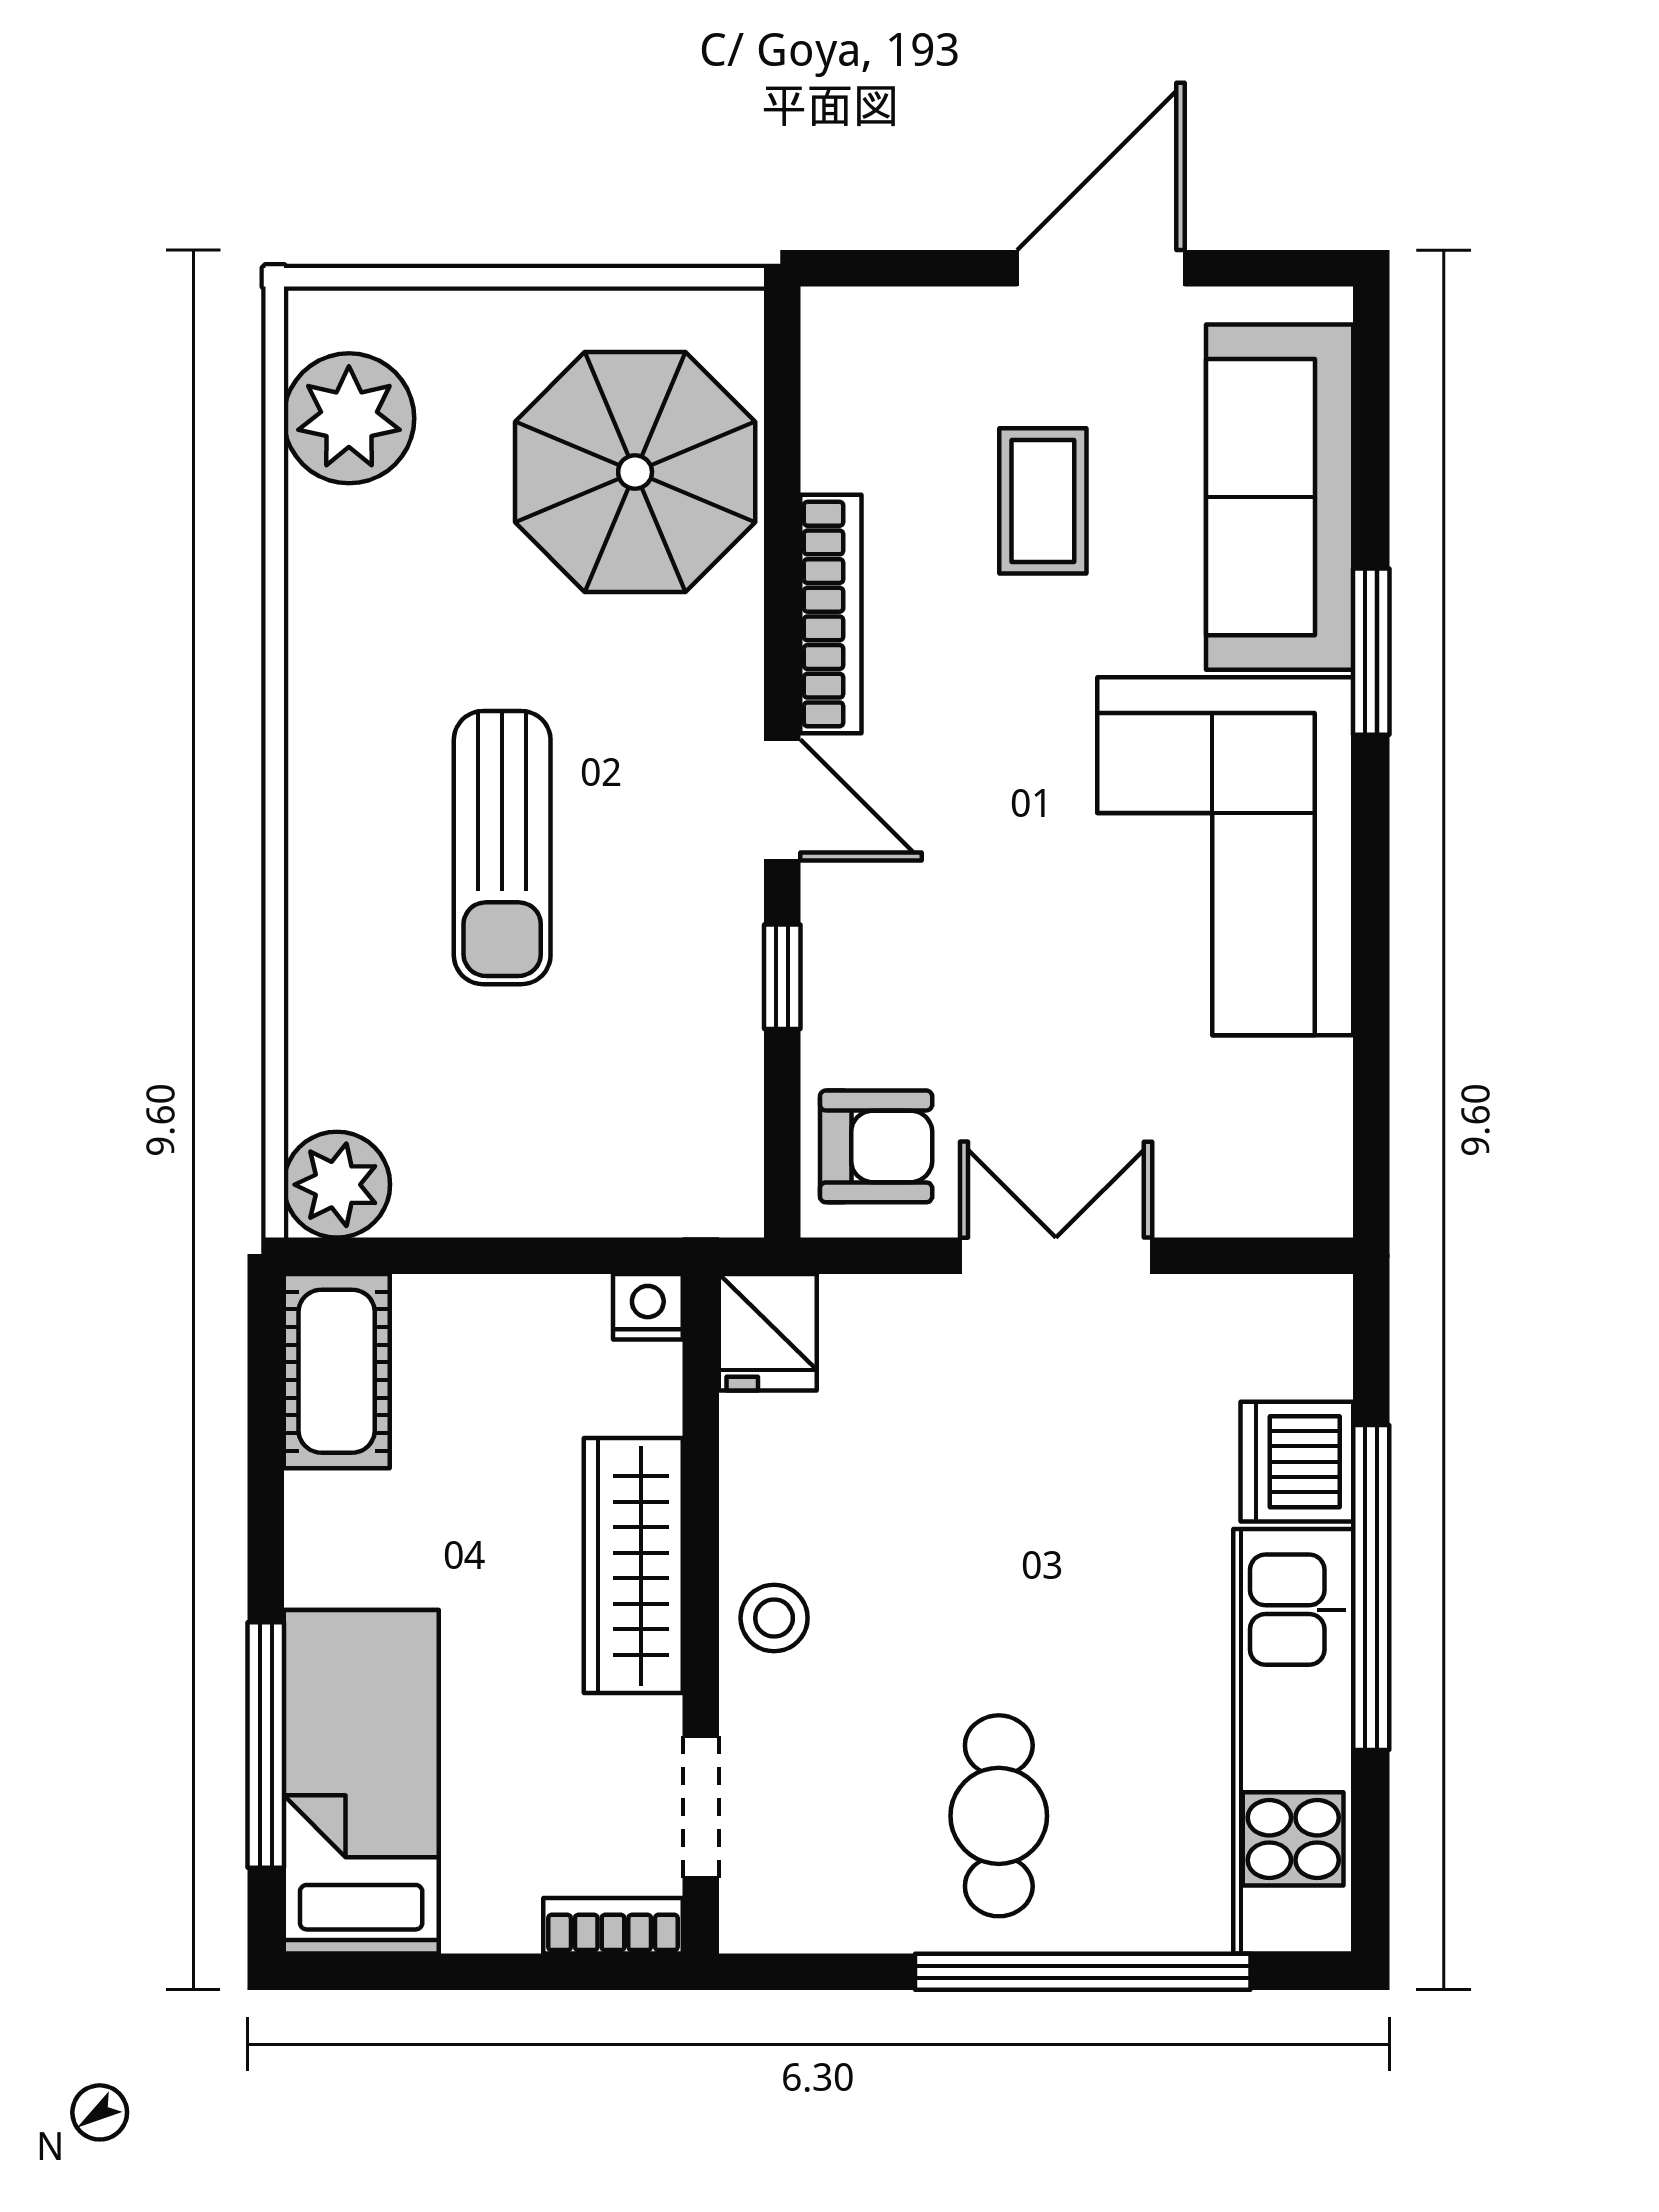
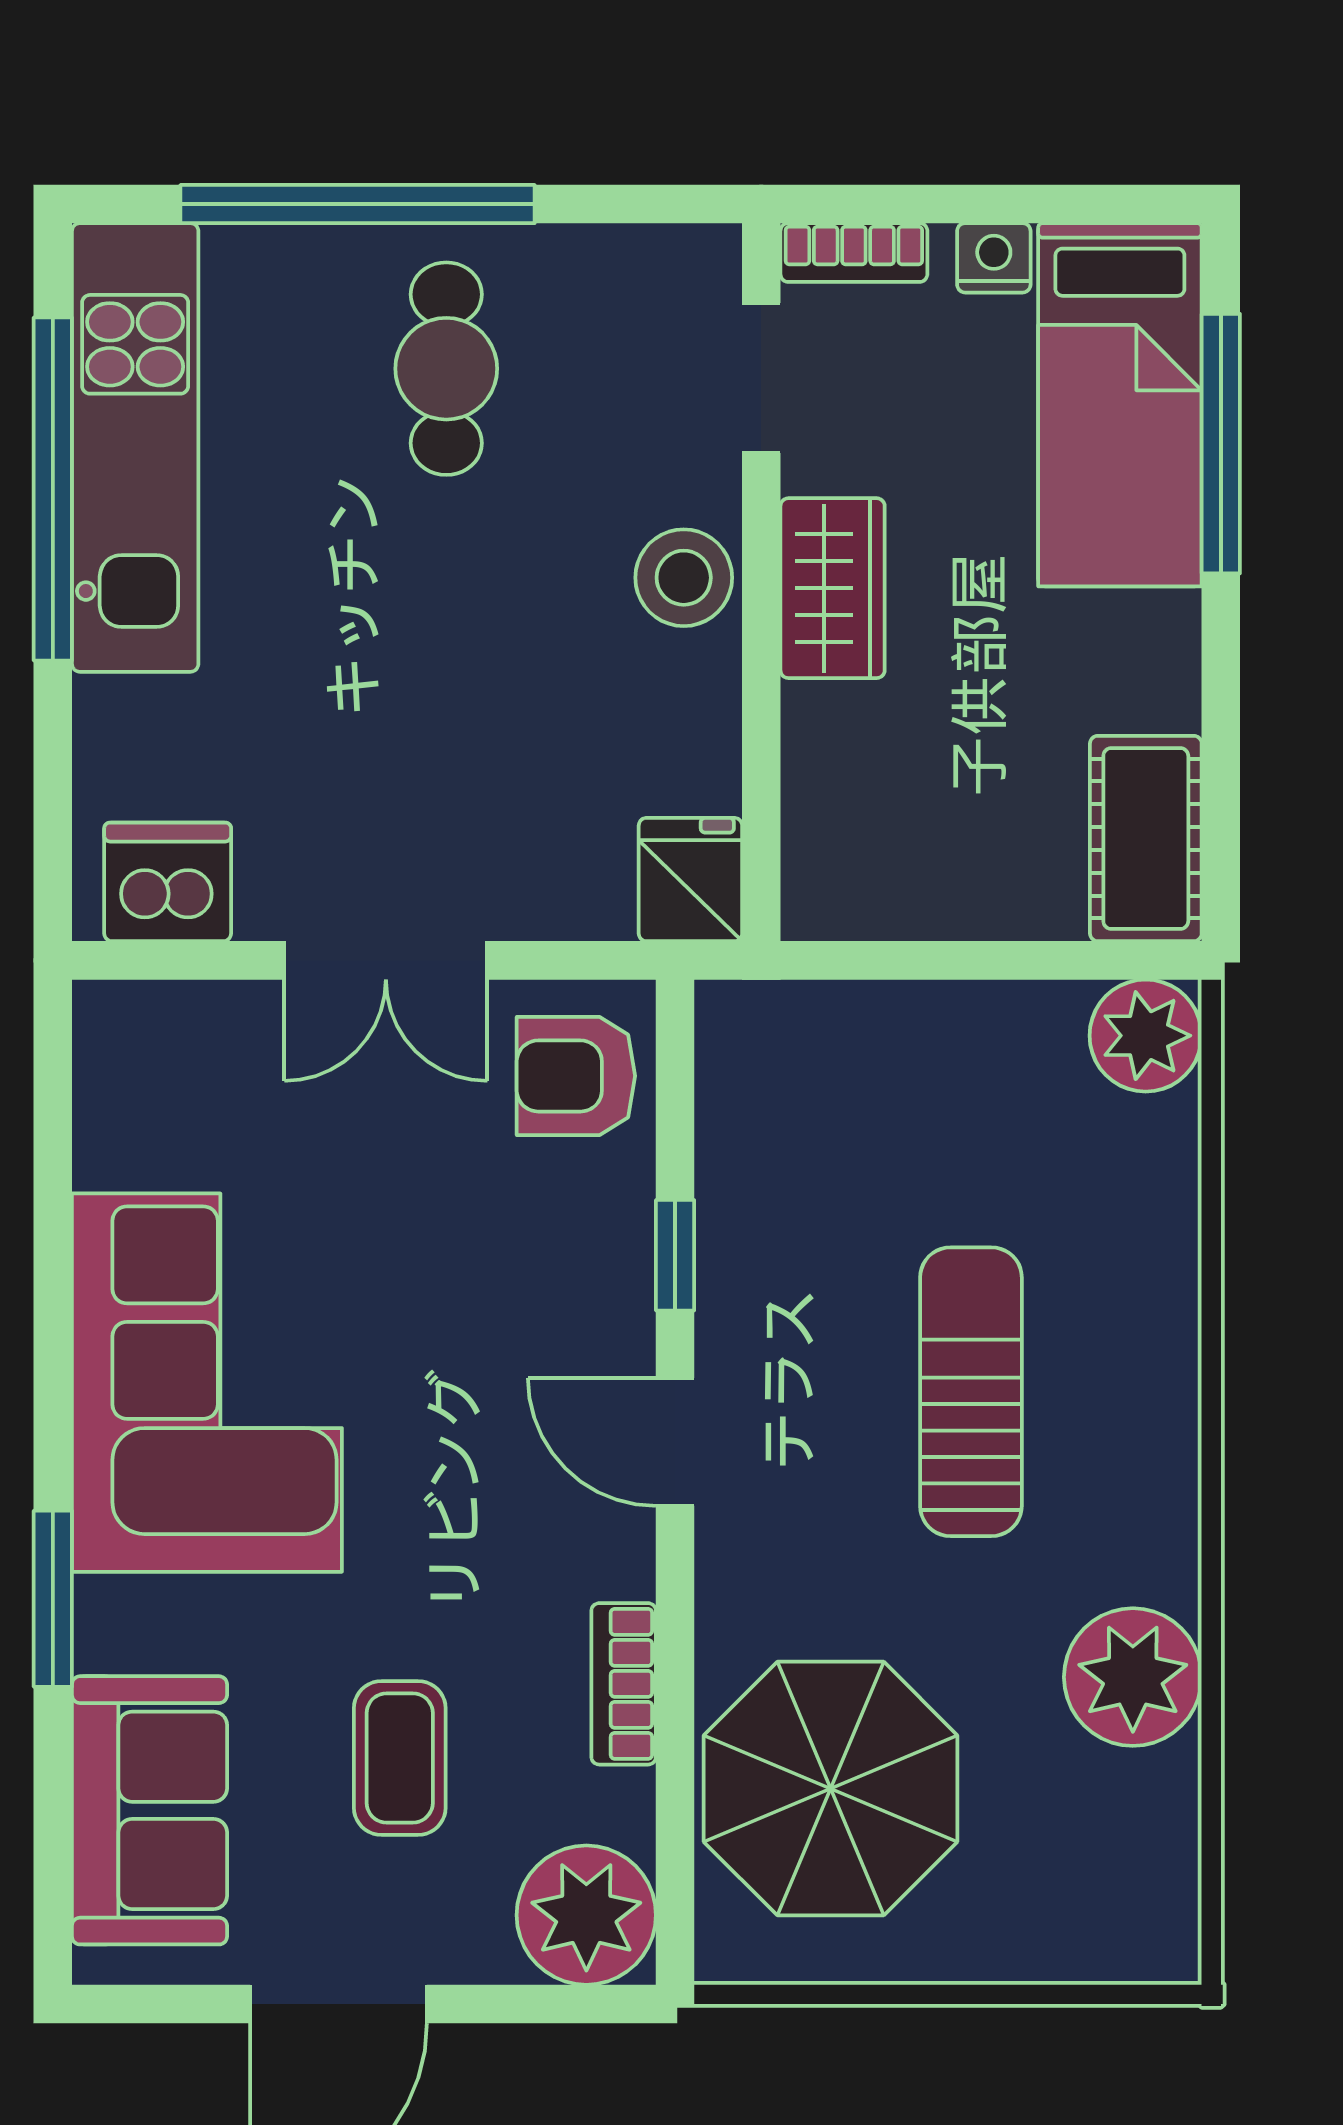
plant: (866, 352) -> (586, 1915), added
plant: (349, 418) -> (1133, 1677), moved
sofa: (1280, 497) -> (149, 1810), width x0.73
bookcase: (831, 614) -> (624, 1684), width x0.64
nightstand: (648, 1307) -> (994, 258), moved, turned 180
dishwasher: (1297, 1462) -> (168, 882), moved, turned -90
wardrobe: (633, 1566) -> (833, 588), width x0.67
window: (1371, 1587) -> (53, 489), moved
stool: (774, 1618) -> (684, 578), width x1.37, depth x1.37

